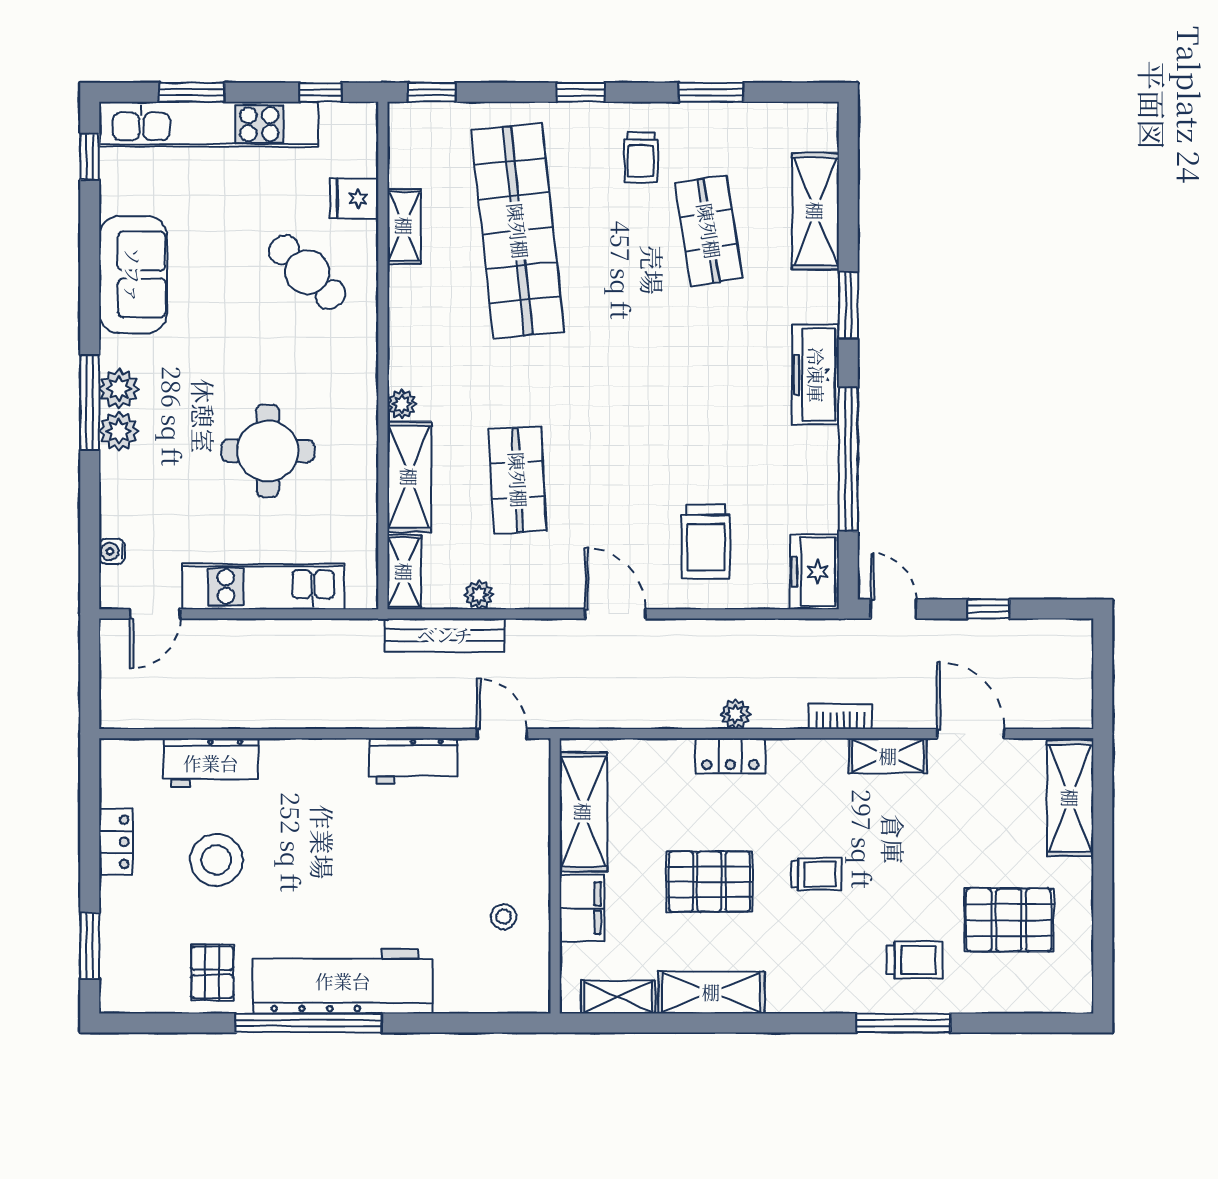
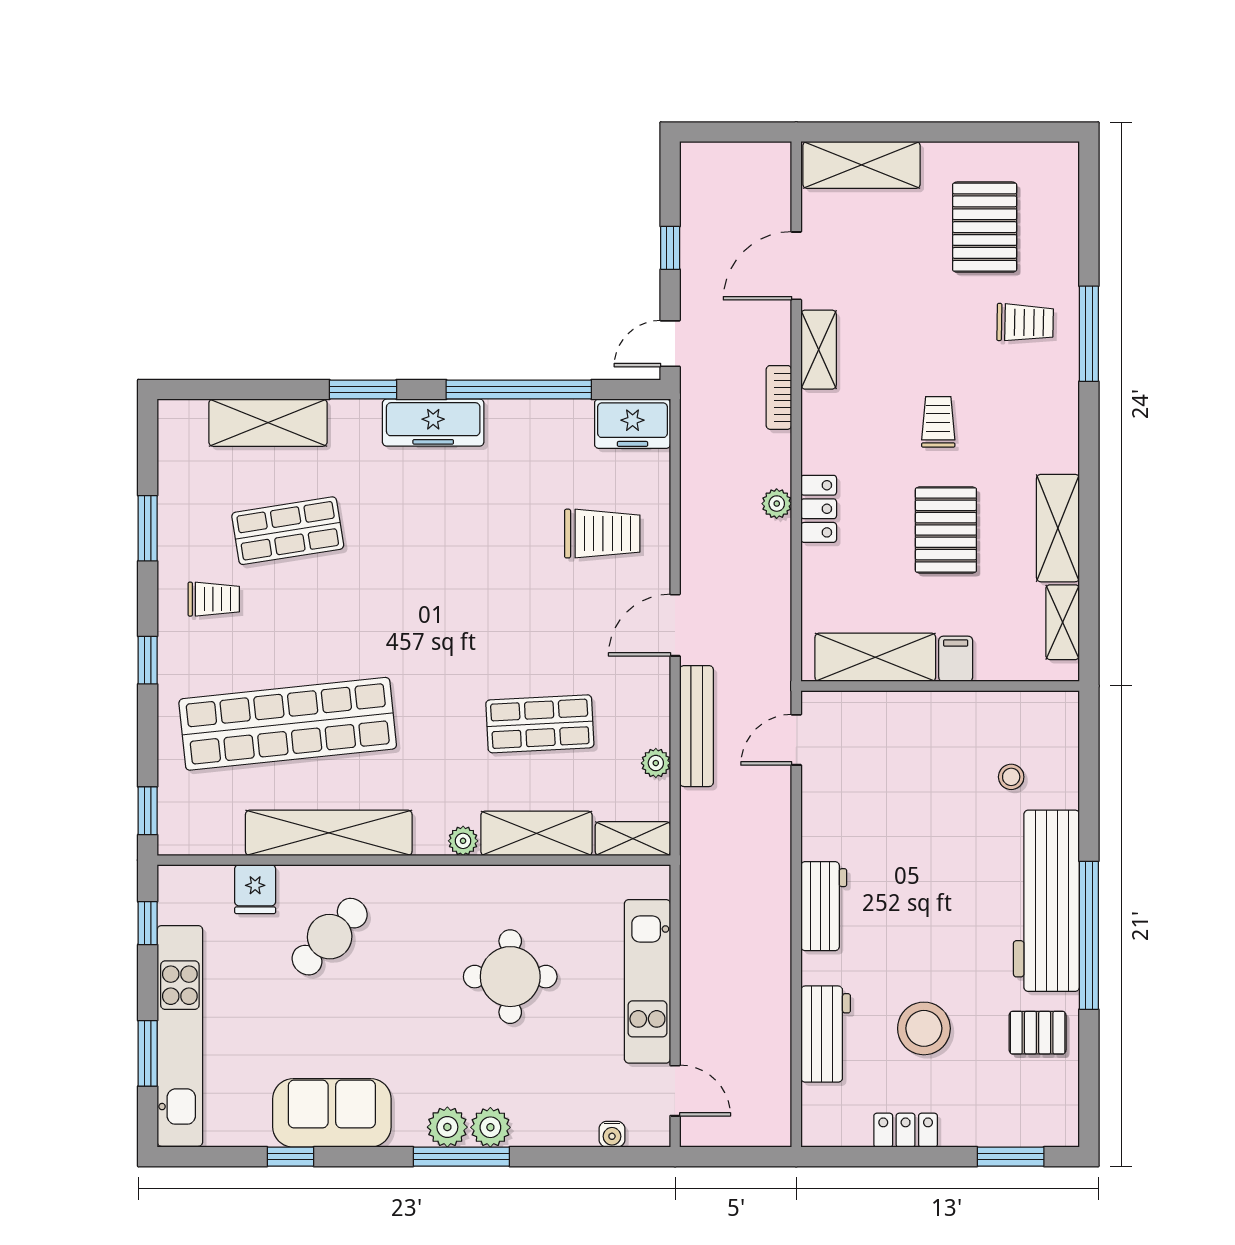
window: (90, 157) -> (290, 1157), moved
shelving: (404, 226) -> (329, 833), width x2.20, depth x1.33
bench: (445, 635) -> (697, 726), moved
workbench: (414, 761) -> (824, 906), moved
filing cabinet: (582, 908) -> (956, 659), width x0.50
stool: (504, 917) -> (1011, 777), moved
trolley: (915, 960) -> (1025, 322), turned 91

